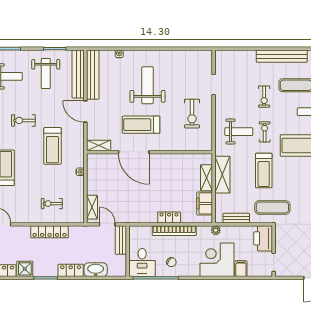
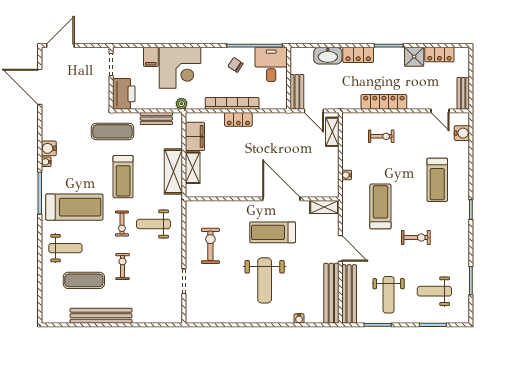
weight bench: (46, 73) -> (389, 295), turned 180
treadmill: (141, 125) -> (273, 232), turned 180
treadmill: (264, 170) -> (123, 177), turned 180

